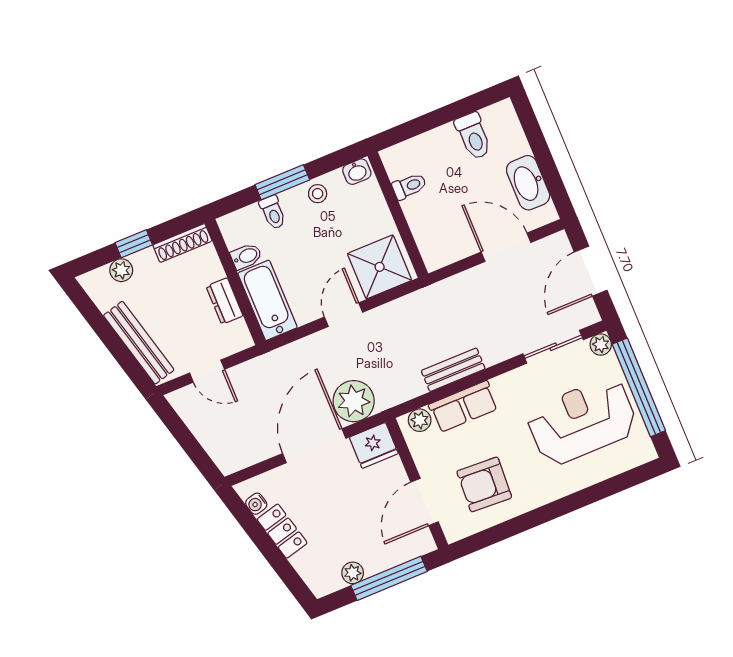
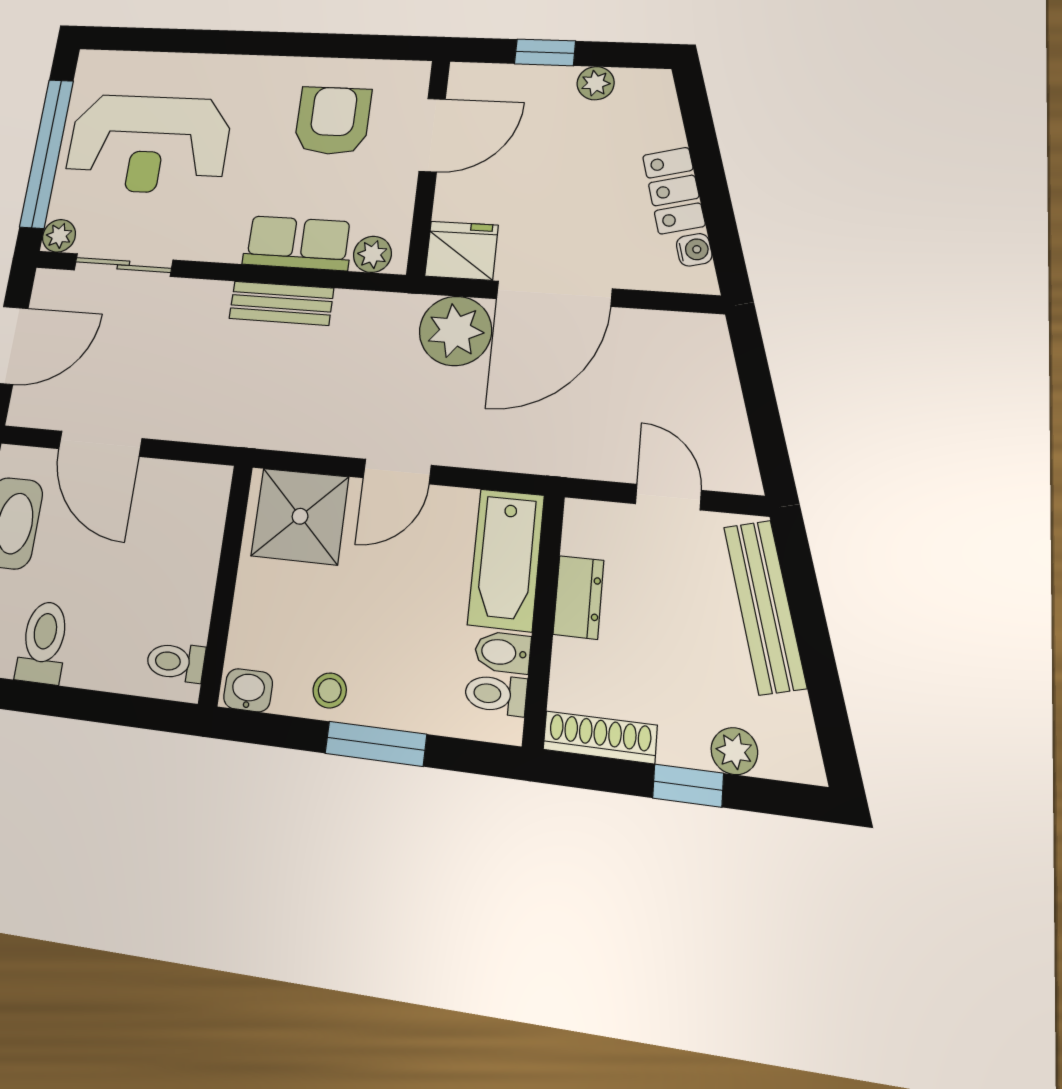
toilet: (409, 186) -> (176, 662), moved
toilet: (273, 212) -> (496, 694), moved, turned -90
armchair: (484, 484) -> (333, 121), turned -93
window: (389, 578) -> (545, 52), width x0.46

